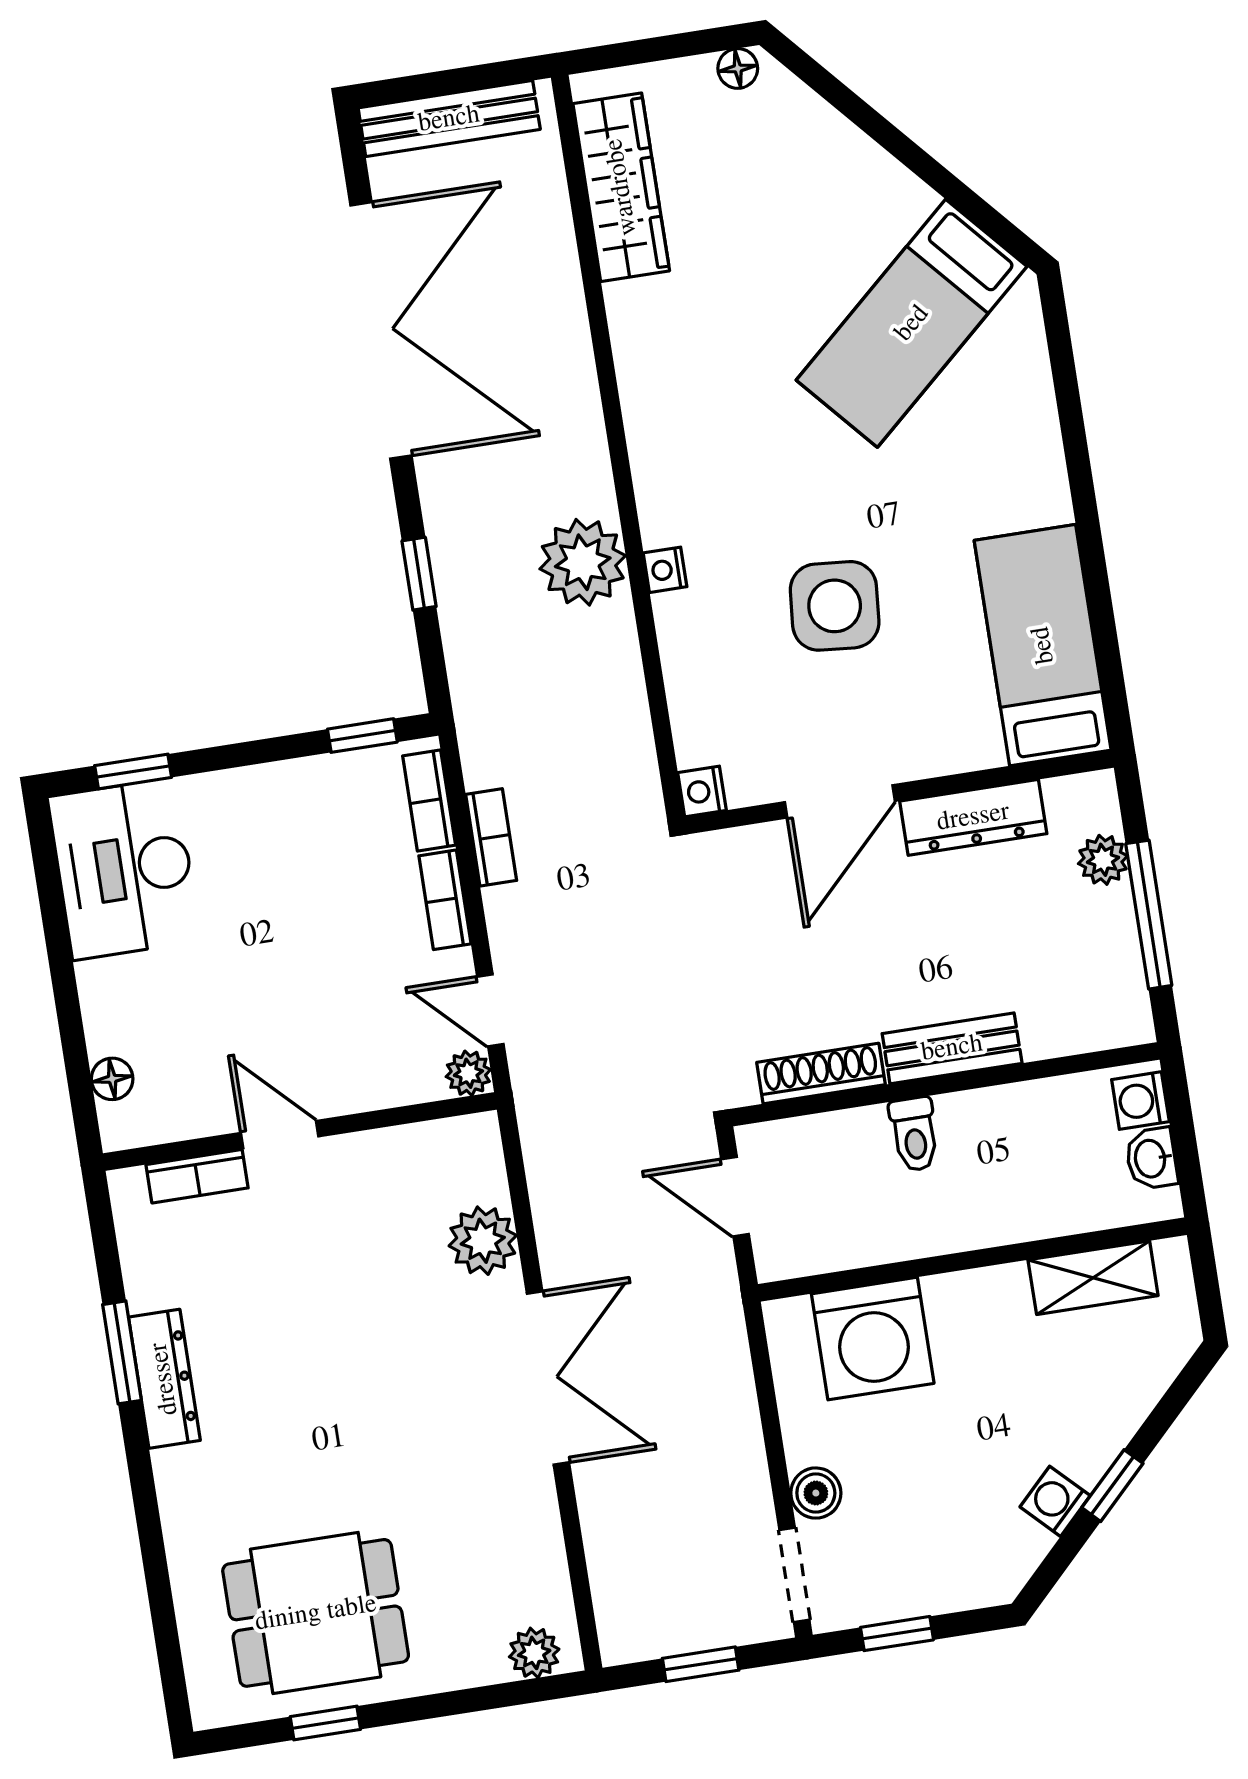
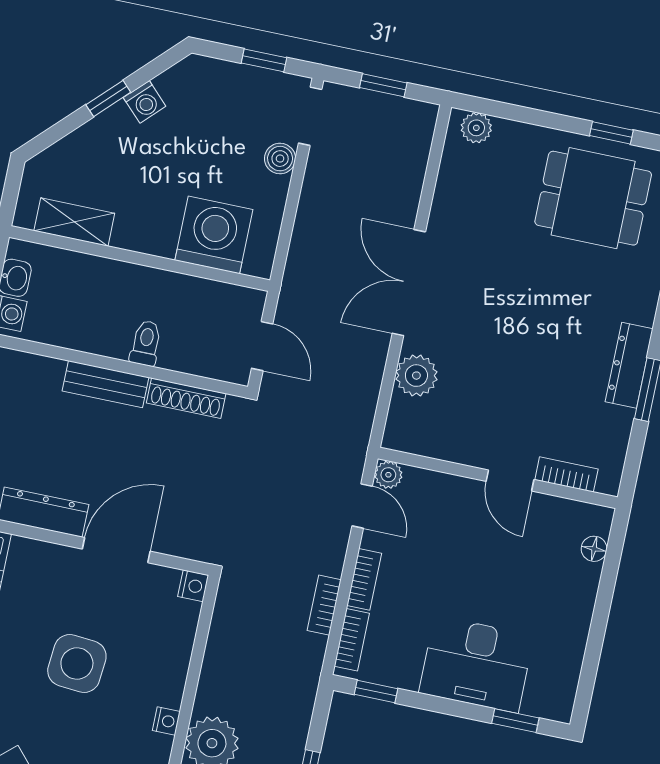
desk: (124, 869) -> (476, 664), moved, turned 90

